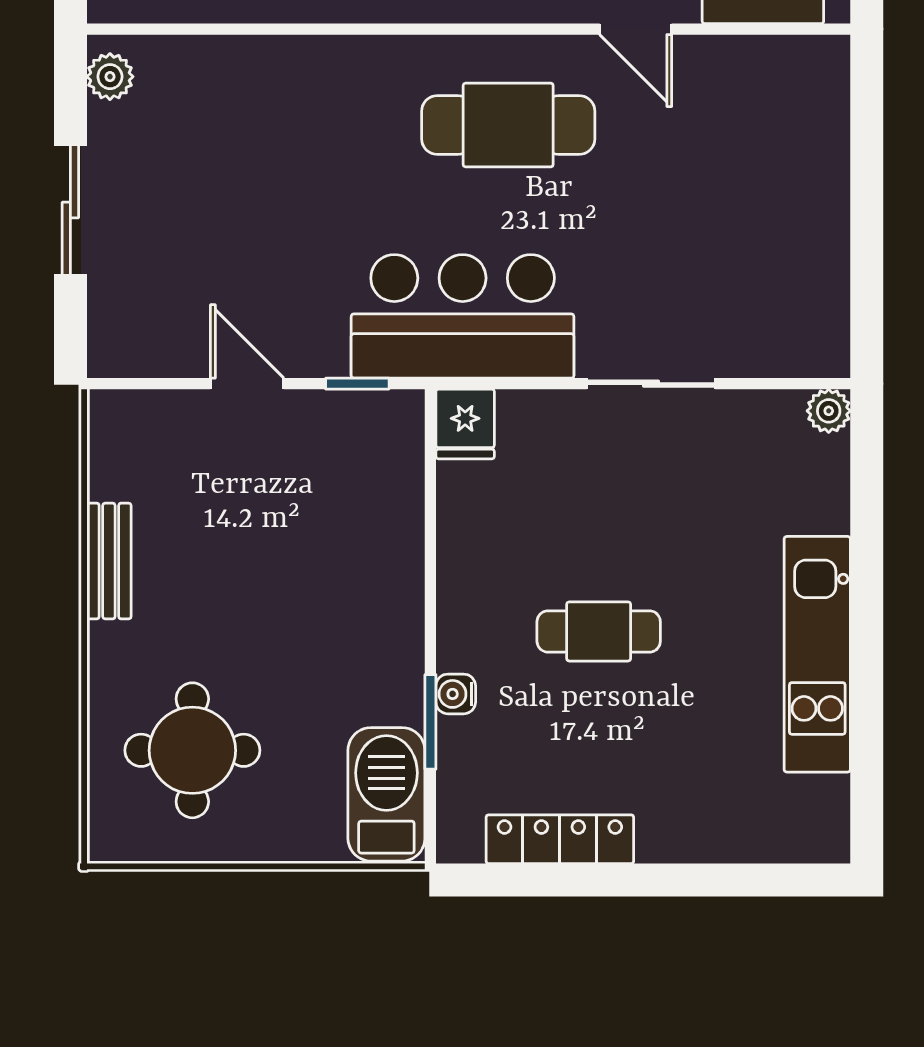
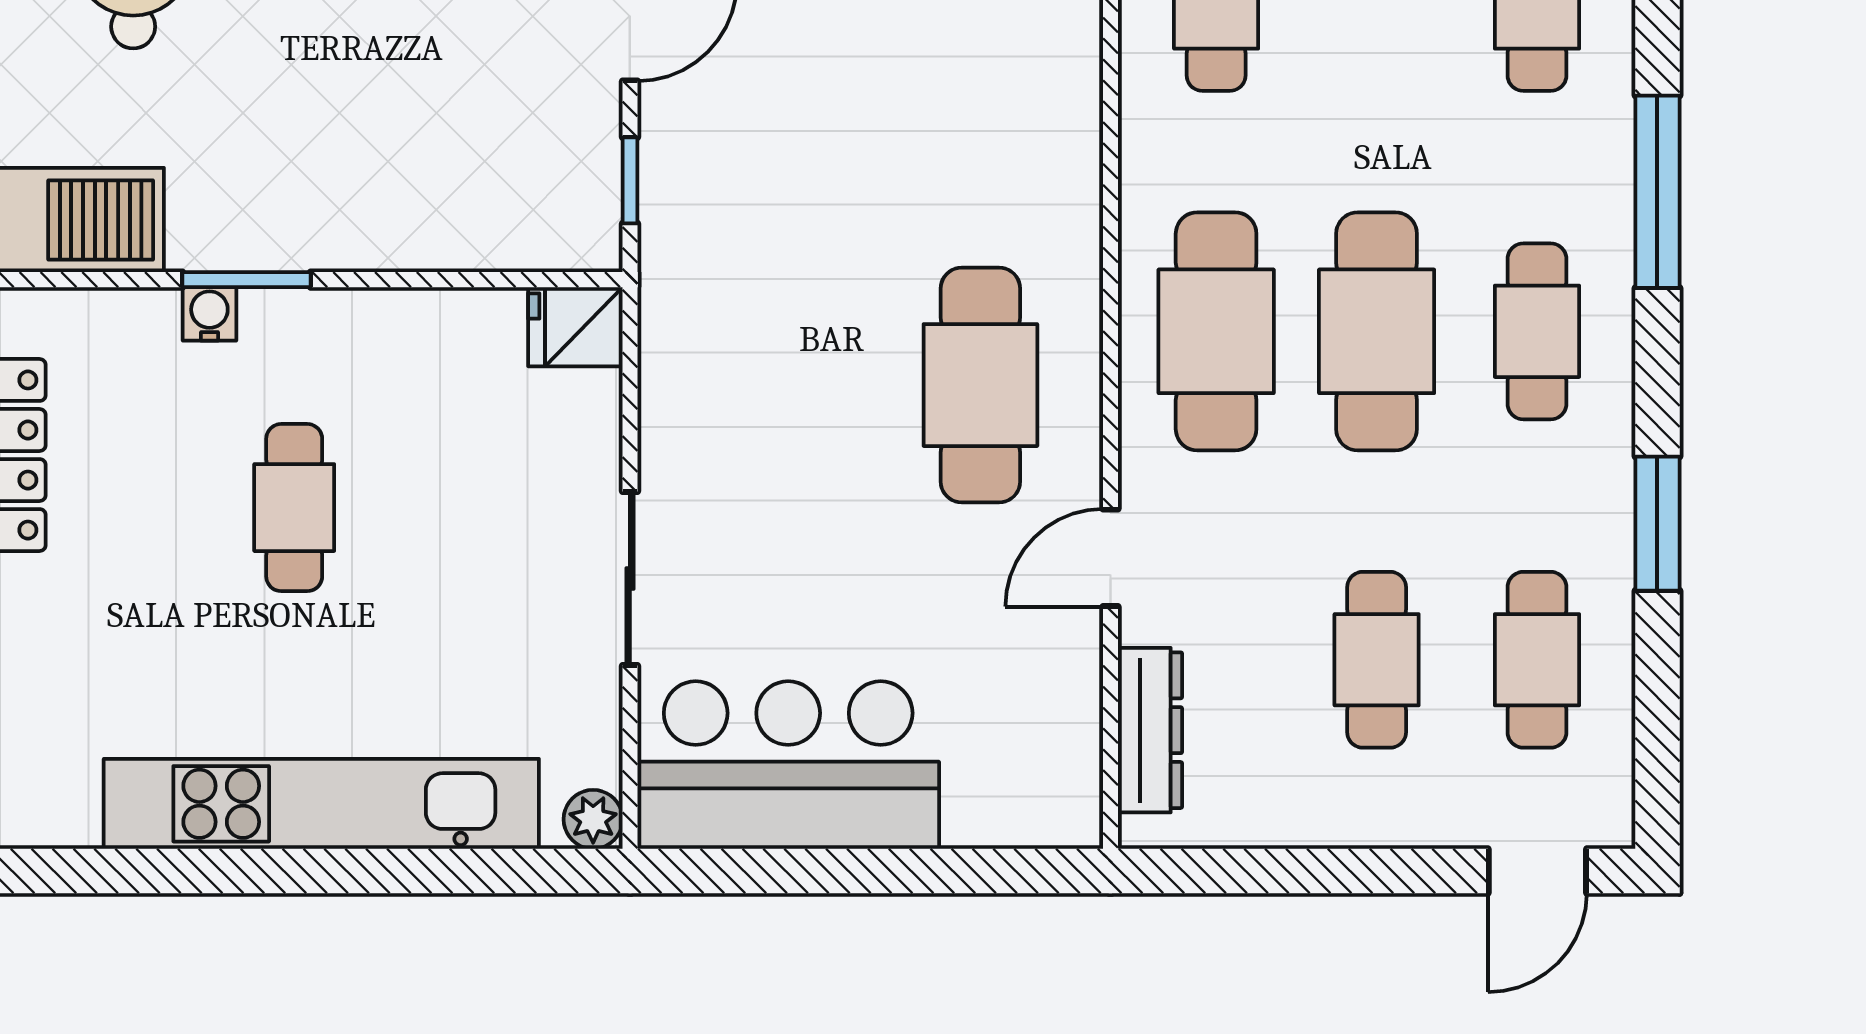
bar counter: (463, 316) -> (788, 765), moved, turned -90
kitchen unit: (817, 654) -> (321, 804), width x1.36
window: (430, 722) -> (247, 280), moved

